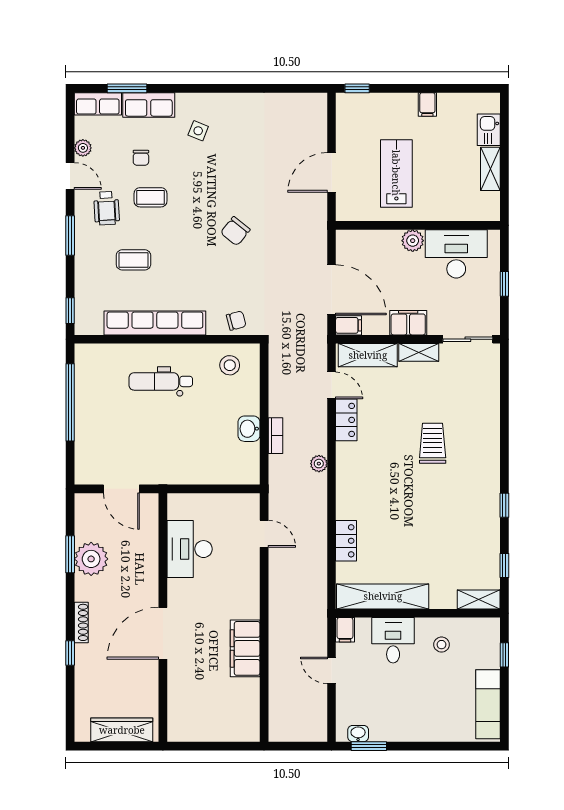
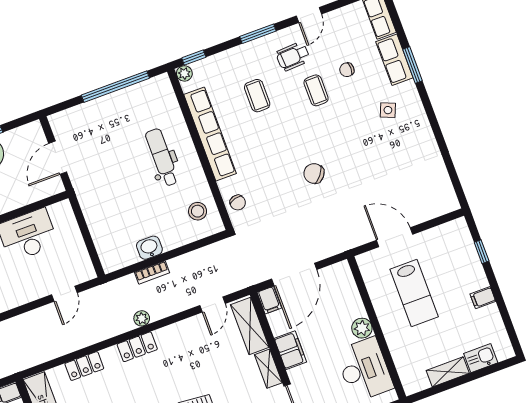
window: (127, 88) -> (412, 65), moved
window: (357, 88) -> (482, 252), moved
plant: (83, 148) -> (184, 73), moved
lab bench: (396, 173) -> (414, 293), turned 90
locker: (346, 420) -> (137, 347), moved

